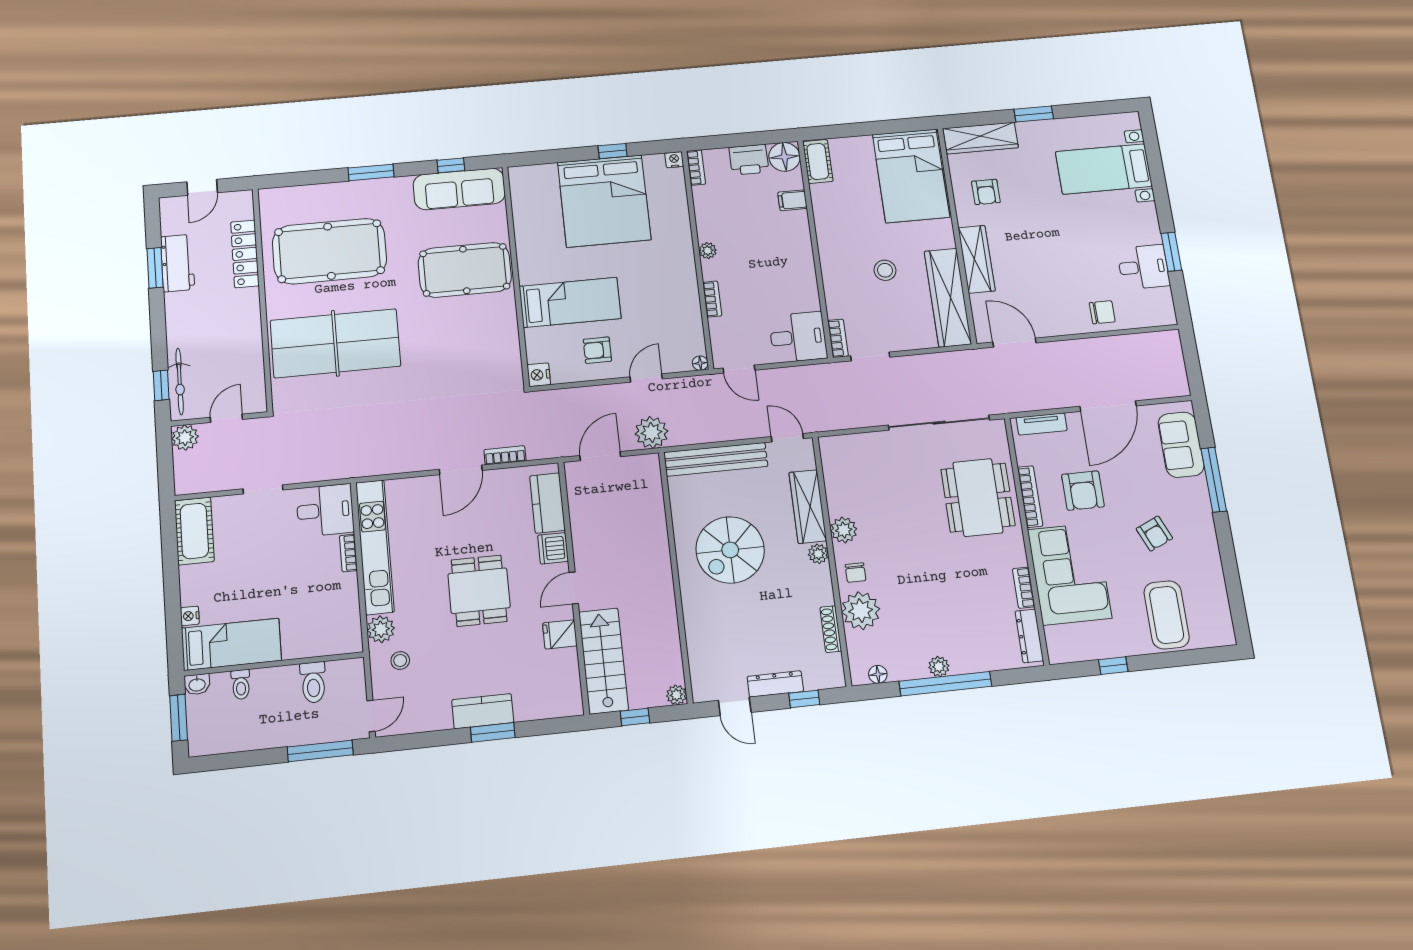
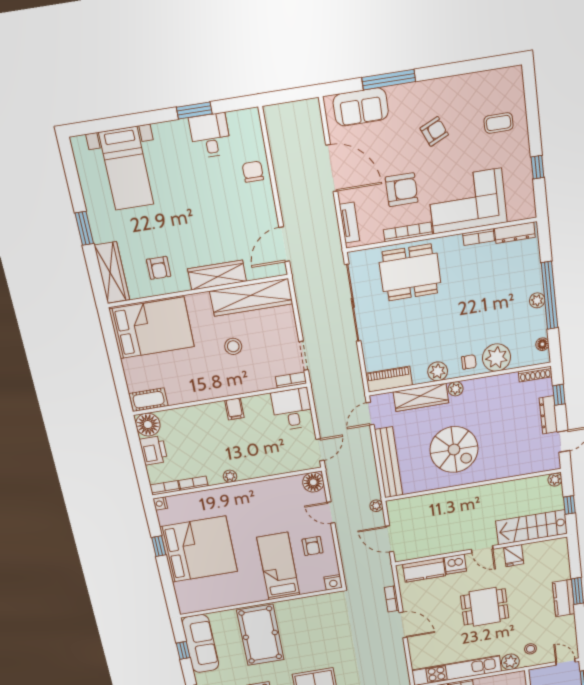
armchair: (986, 192) -> (159, 268), turned 90
filing cabinet: (792, 200) -> (234, 409), moved
bookcase: (712, 299) -> (193, 483), moved
floor lamp: (700, 363) -> (313, 482), width x1.89, depth x1.89
plant: (651, 432) -> (376, 506), width x0.53, depth x0.53
piano: (835, 465) -> (389, 379), added
coffee table: (1167, 615) -> (499, 123), width x0.54, depth x0.58
shoe rack: (831, 629) -> (535, 374), moved

